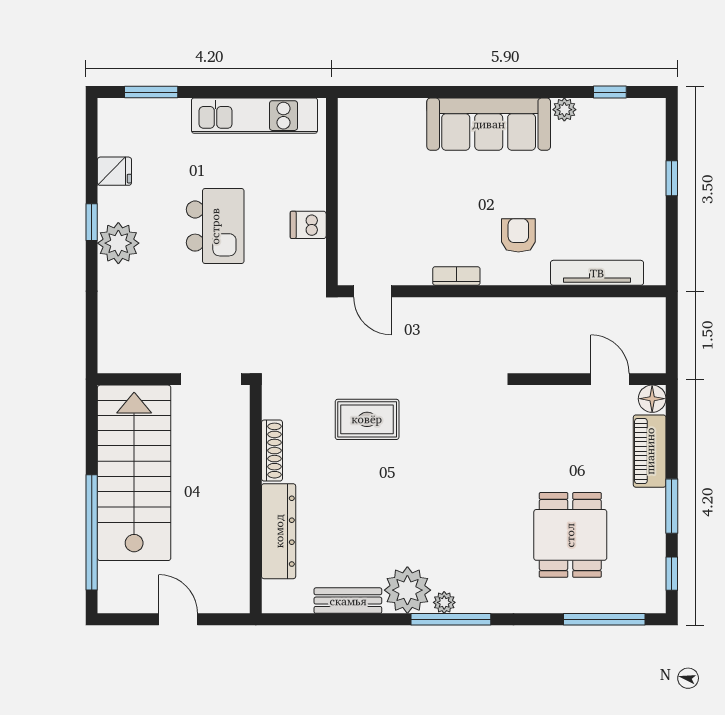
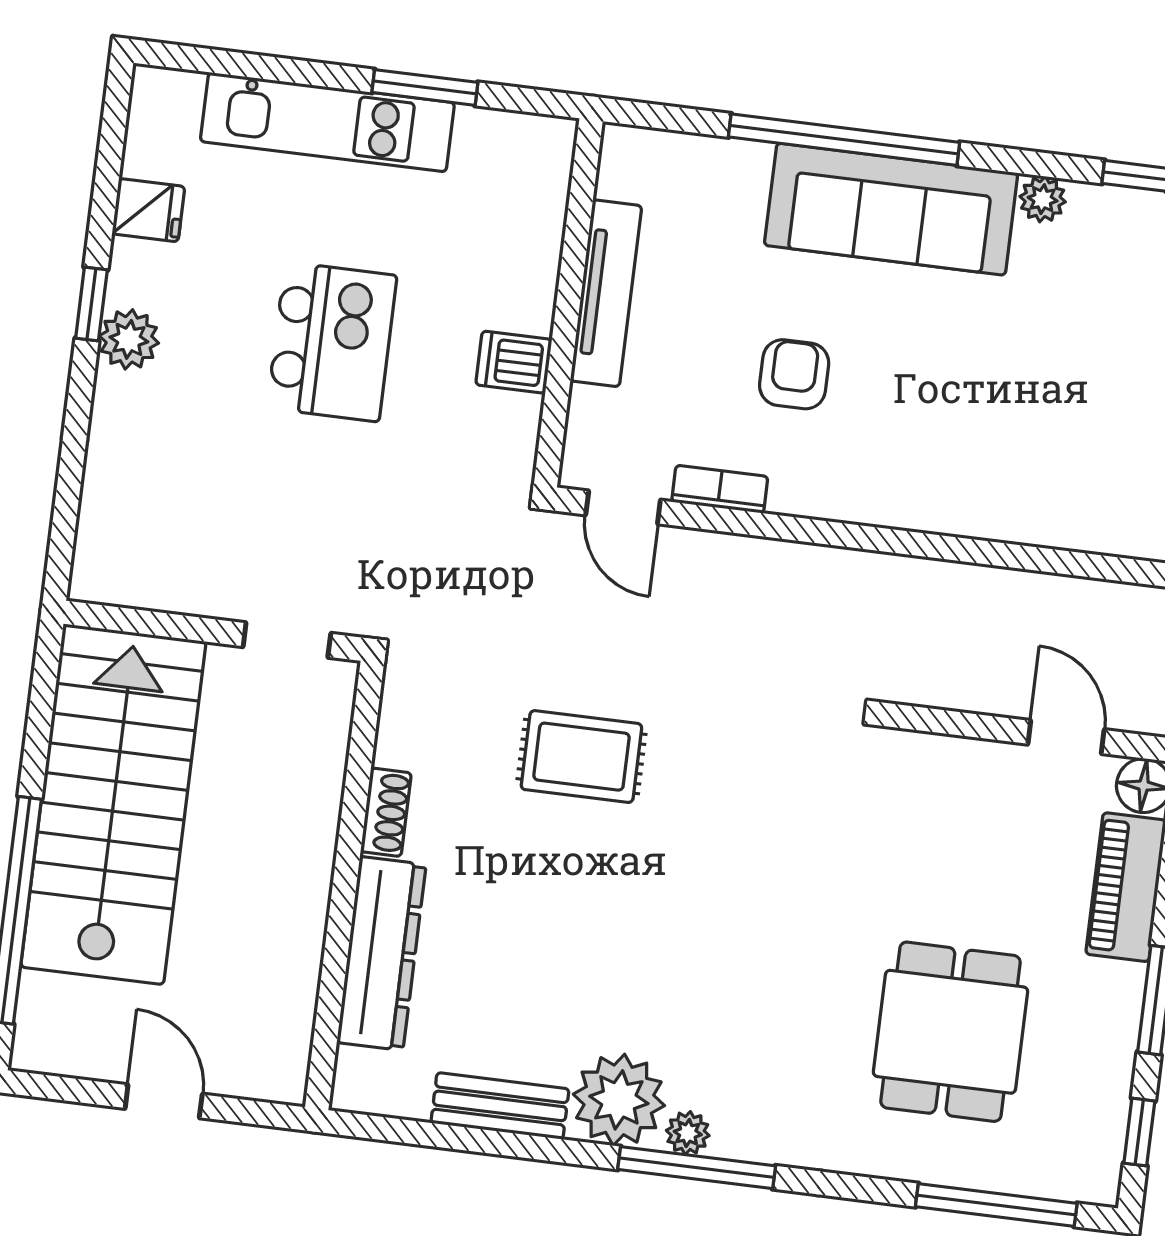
window: (151, 92) -> (425, 87), moved
window: (461, 92) -> (844, 140), added
kitchen unit: (255, 116) -> (327, 122), moved
armchair: (518, 235) -> (794, 374), moved
plant: (118, 243) -> (129, 339), width x0.73, depth x0.73
tv unit: (597, 273) -> (606, 293), moved, turned 90
bookcase: (456, 276) -> (720, 489), moved
doorway: (211, 379) -> (287, 640), width x0.73
shoe rack: (272, 451) -> (386, 812), width x0.70

